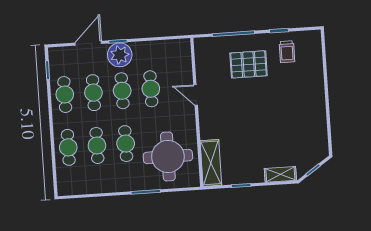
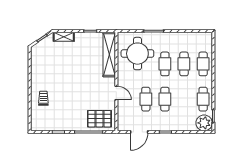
door: (88, 43) -> (139, 132), moved
trolley: (287, 52) -> (43, 98), moved
plant: (120, 55) -> (204, 123), moved
pallet: (249, 64) -> (99, 119), moved
cafe table: (93, 93) -> (184, 99), removed
shelving: (211, 163) -> (109, 54), width x1.47

